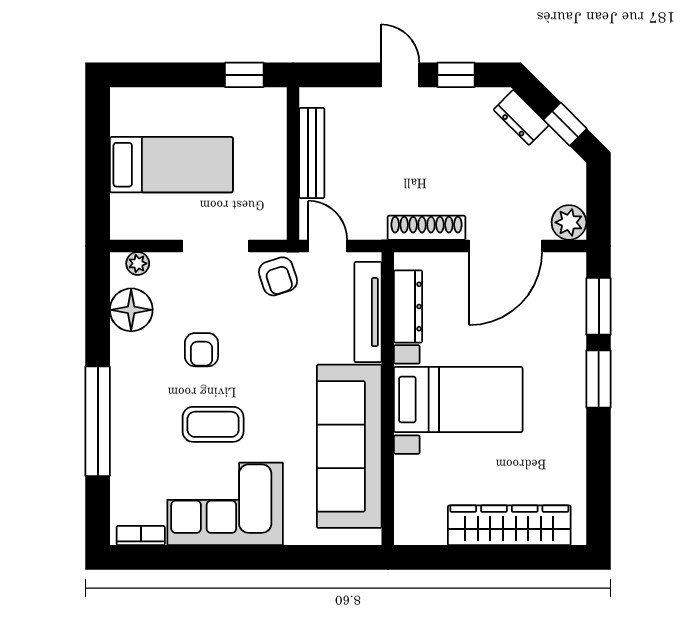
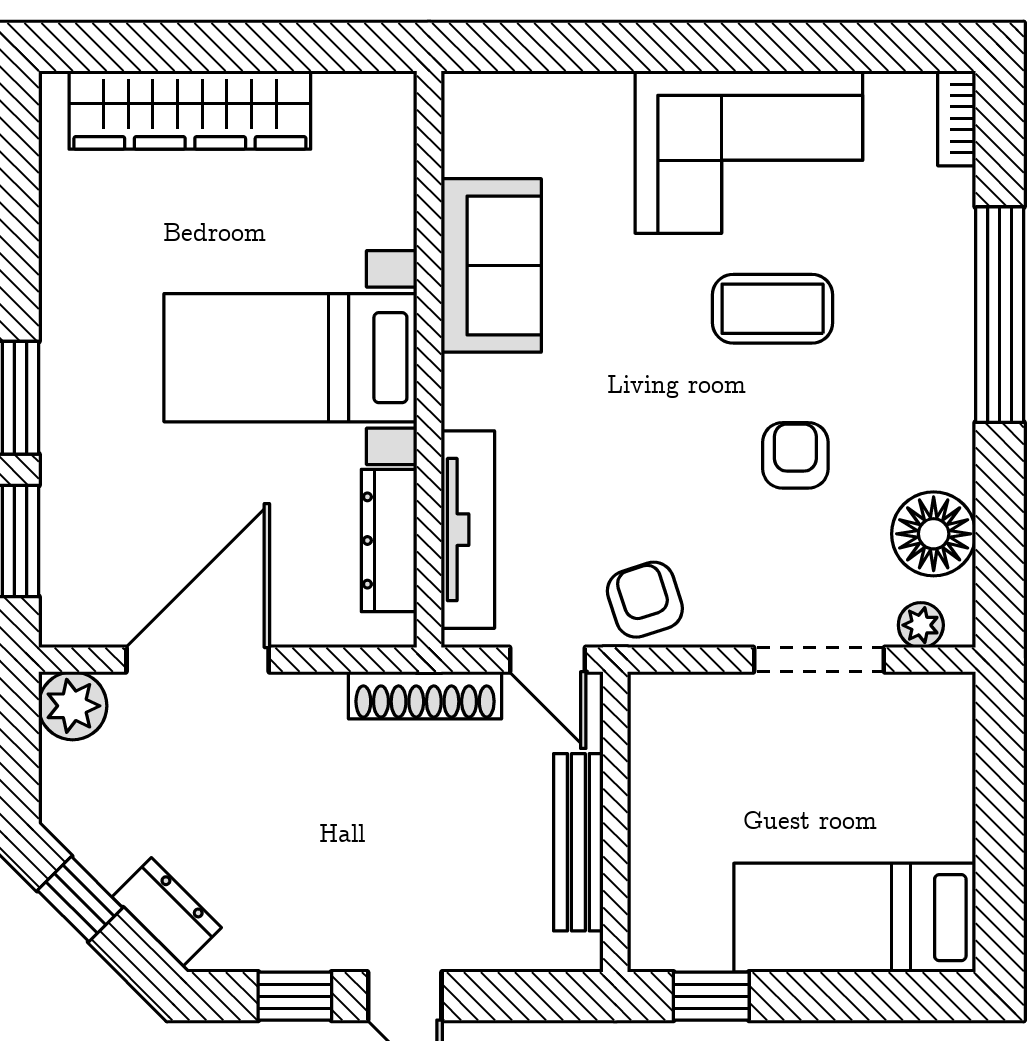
bed: (171, 165) -> (855, 918), moved
shoe rack: (427, 228) -> (425, 695), moved
doorway: (215, 246) -> (819, 660), moved
sofa: (349, 446) -> (491, 265), width x0.54, depth x0.79
bookcase: (141, 536) -> (957, 118), moved, turned 90

